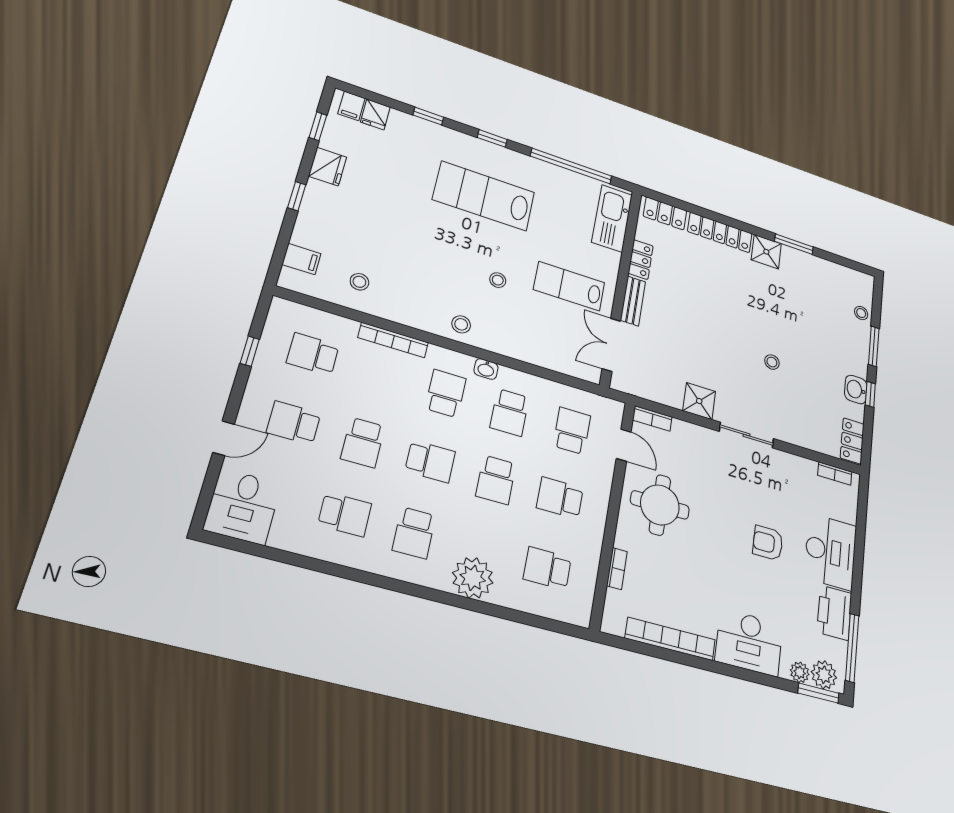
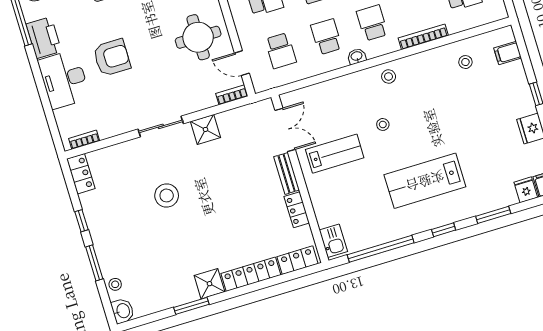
window: (428, 116) -> (493, 215), width x1.50
lab bench: (484, 196) -> (425, 181), turned 180
kitchen sink: (612, 218) -> (333, 241), width x0.53, depth x0.81
stool: (772, 362) -> (167, 195), width x1.89, depth x1.89
washbasin: (856, 390) -> (123, 311), moved
school desk: (446, 393) -> (372, 23), turned 180
armchair: (768, 543) -> (112, 58), width x1.38, depth x1.38

